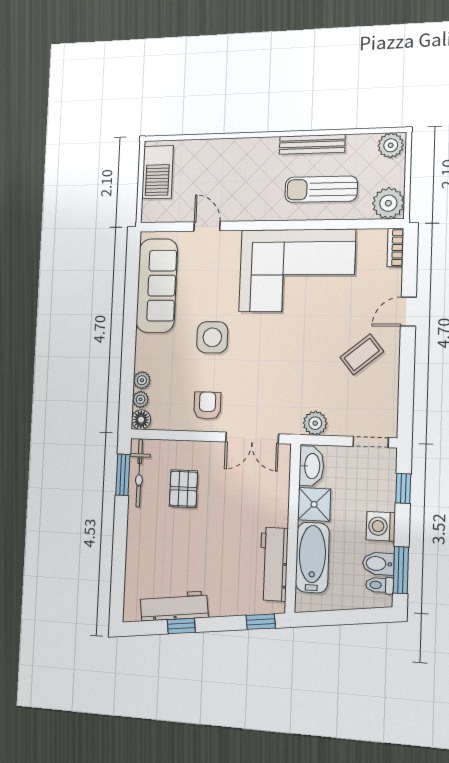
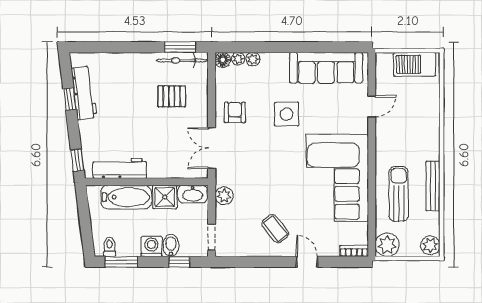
armchair: (207, 406) -> (235, 112), turned -90
bidet: (378, 564) -> (171, 245), moved

